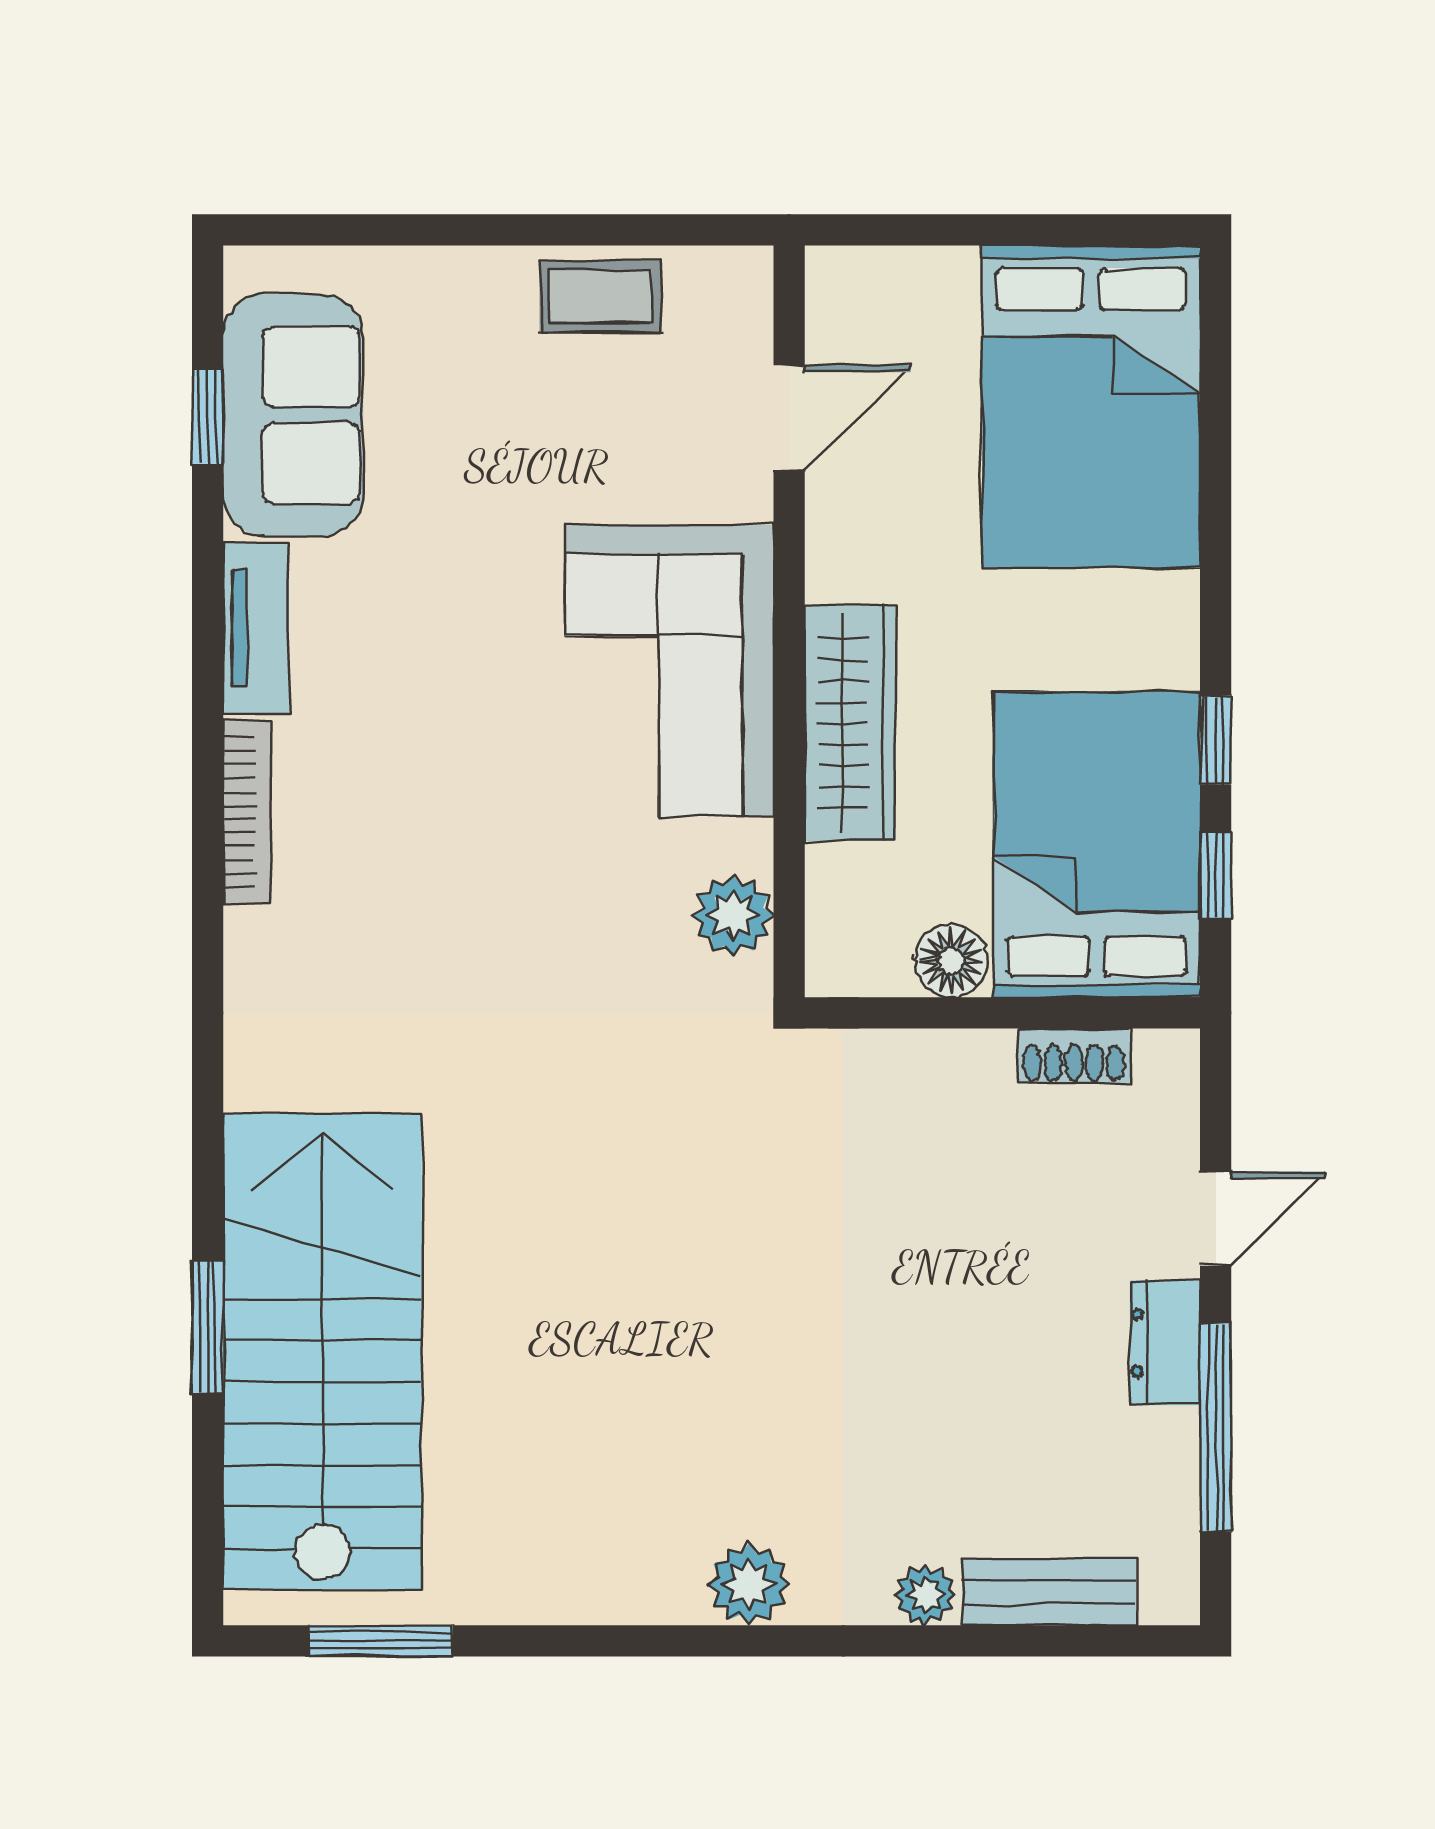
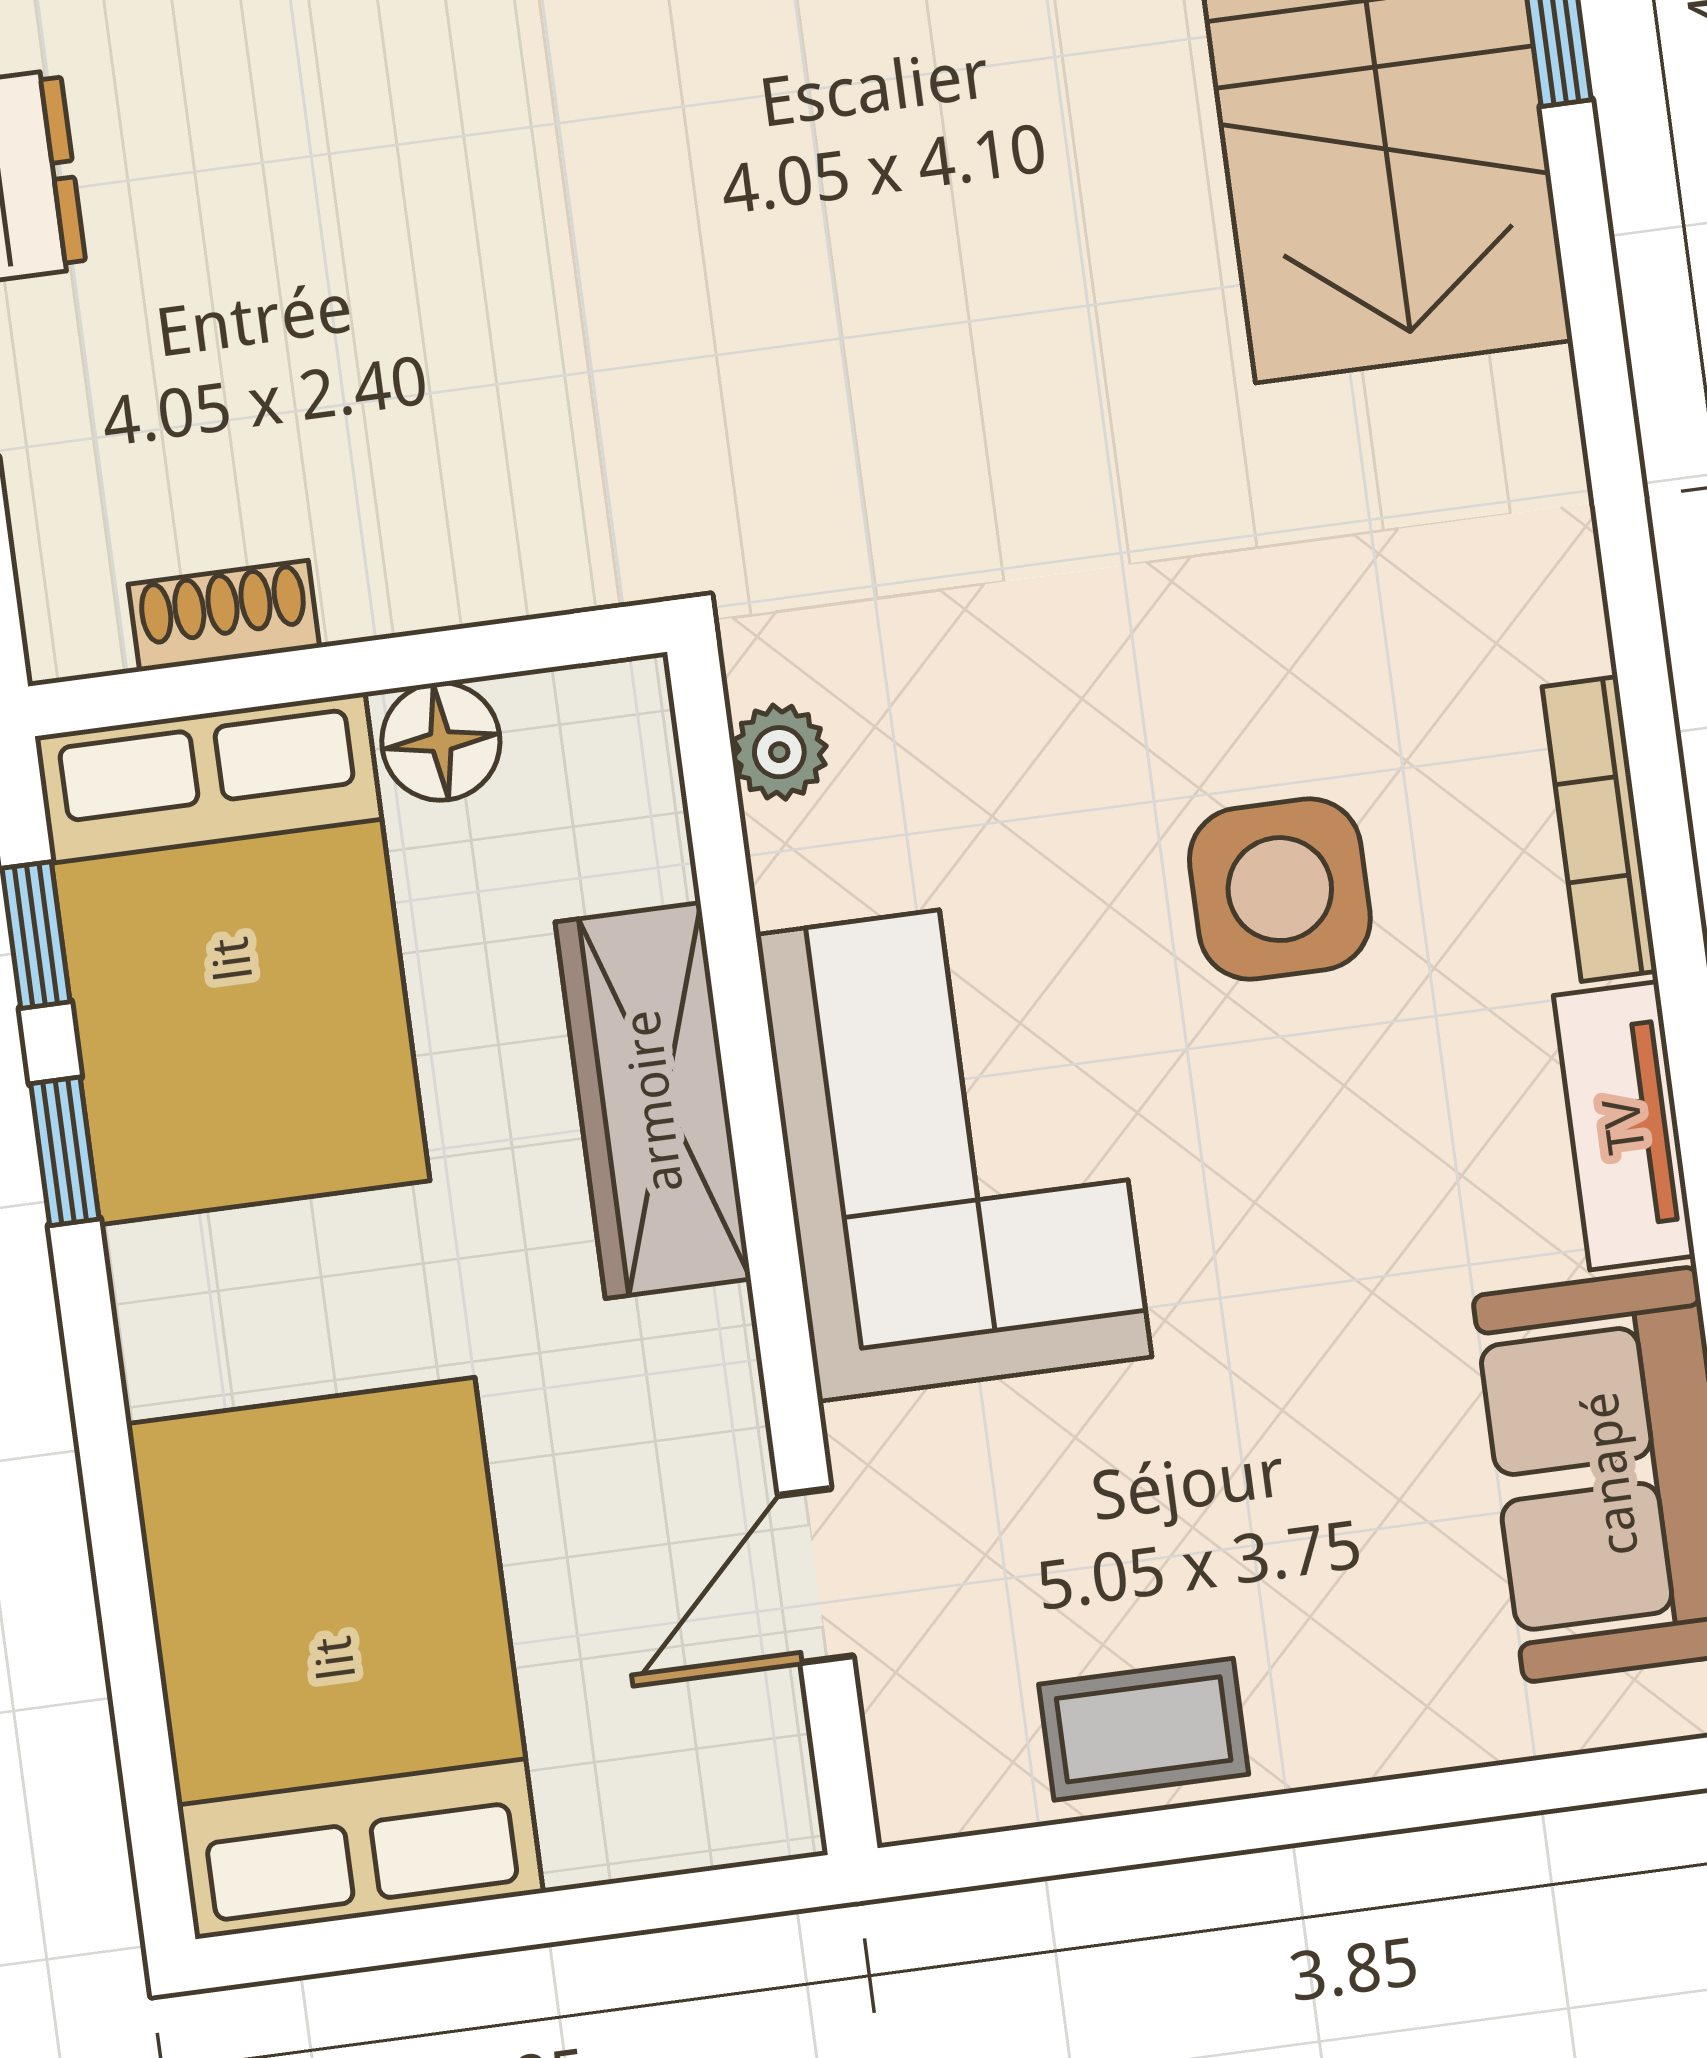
side table: (448, 802) -> (1280, 889), added
plant: (733, 916) -> (779, 752), width x0.73, depth x0.73

